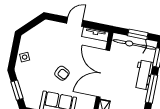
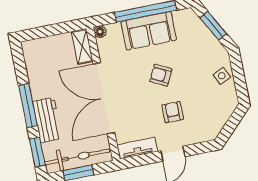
armchair: (64, 47) -> (173, 112), added
double door: (103, 74) -> (104, 98), swing flipped

